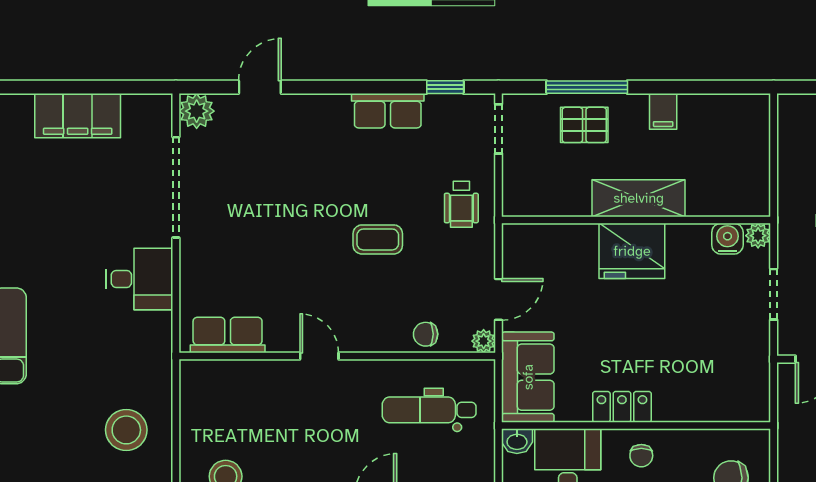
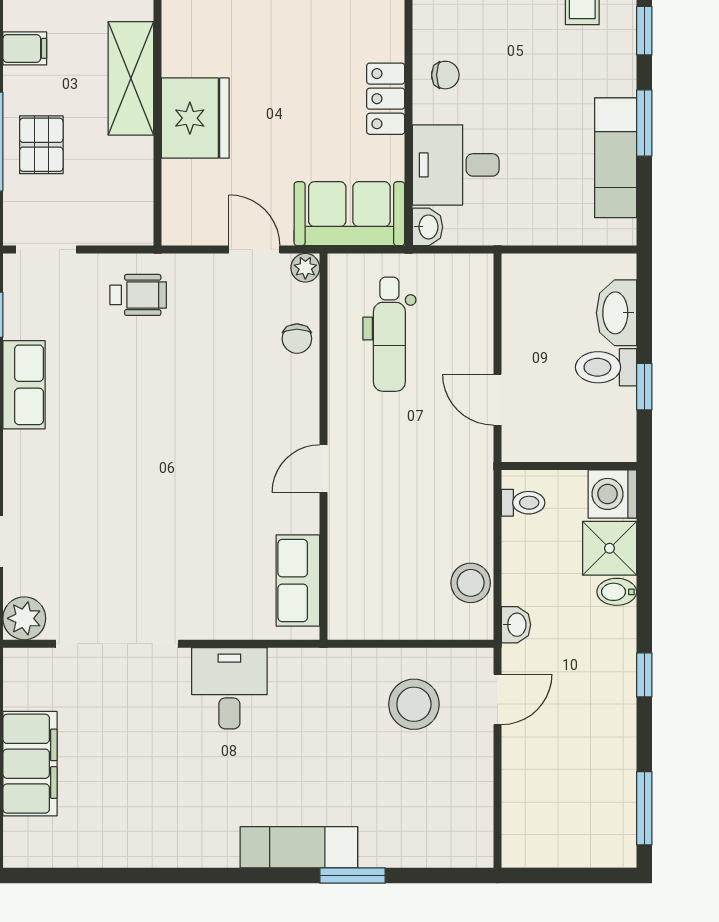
coffee table: (378, 239) -> (181, 397), removed
fridge: (632, 251) -> (195, 118), moved

